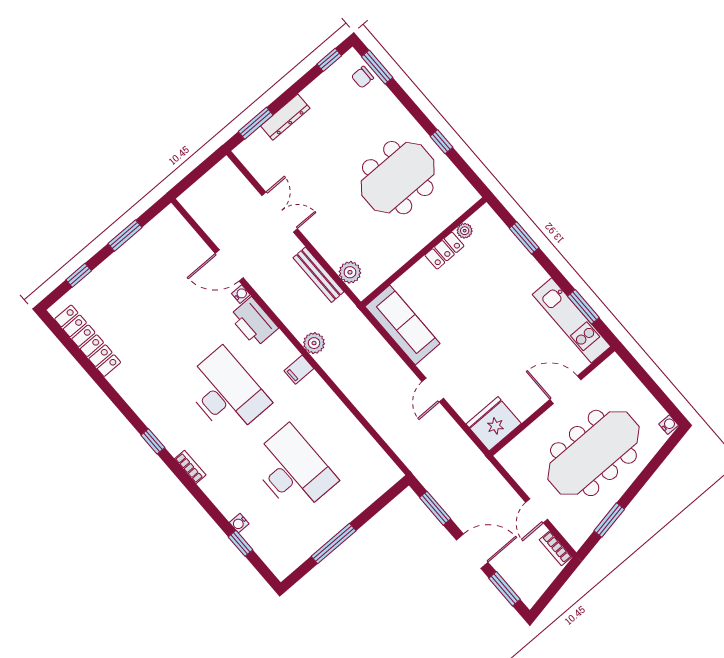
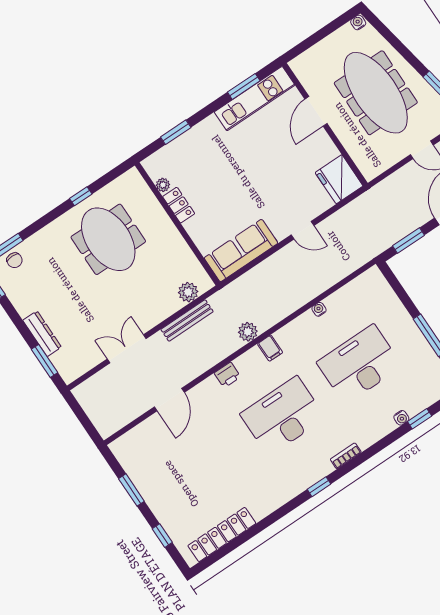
water cooler: (241, 294) -> (319, 309), moved
printer: (254, 322) -> (227, 375), width x0.53, depth x0.68

